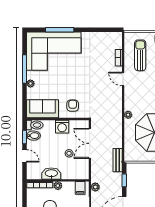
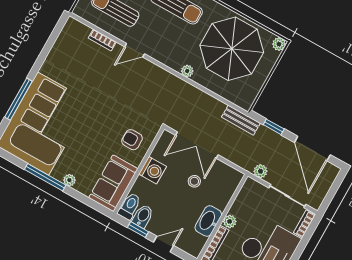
filing cabinet: (80, 188) -> (250, 193), removed

